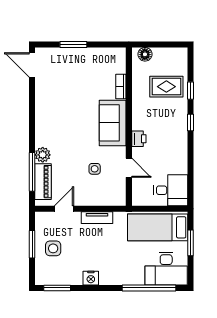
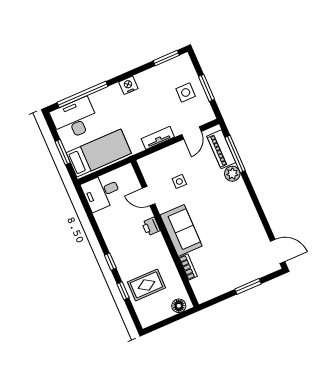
nightstand: (91, 278) -> (128, 85), moved

